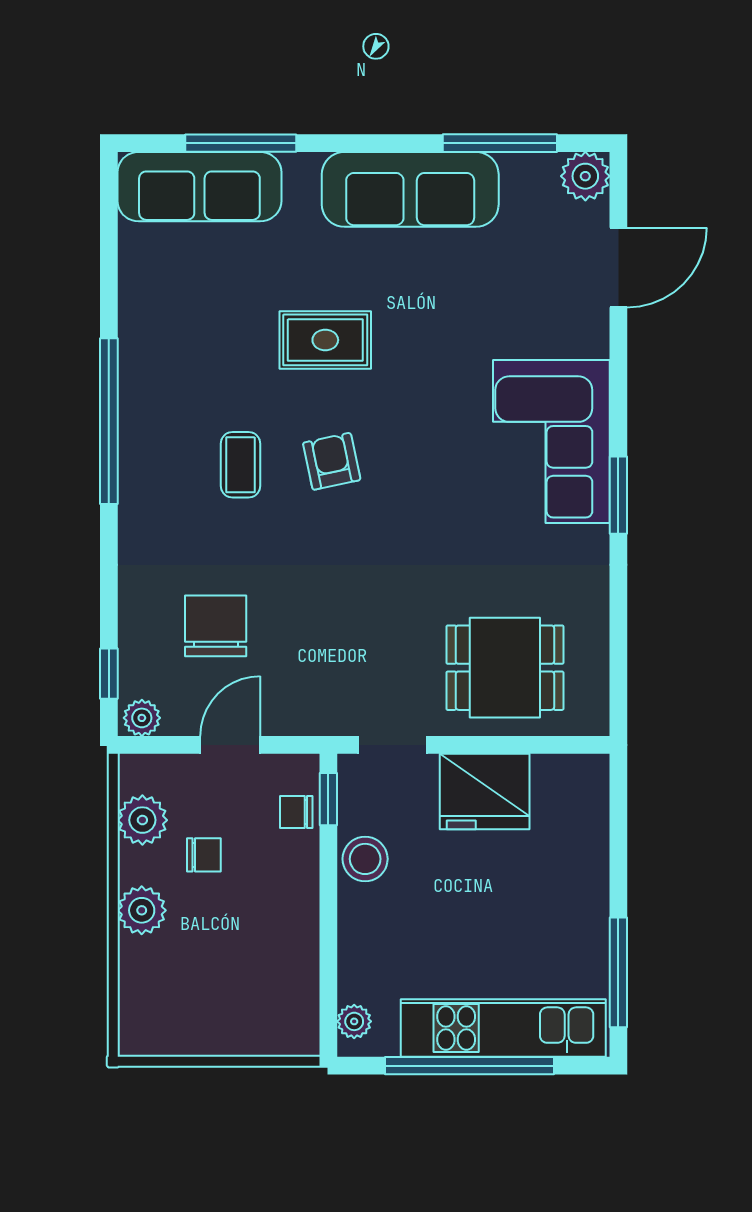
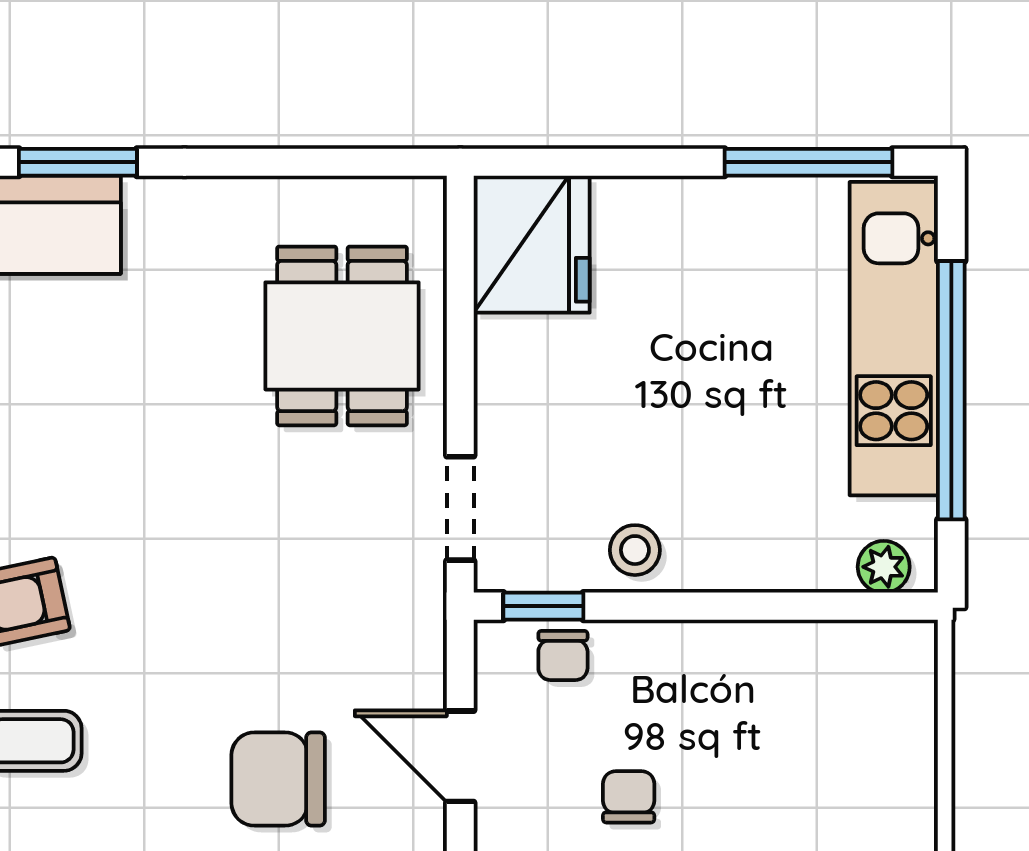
fridge: (485, 792) -> (532, 244), moved
stool: (365, 859) -> (635, 550), width x0.73, depth x0.73

